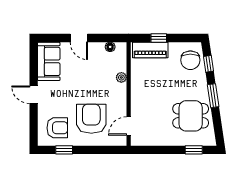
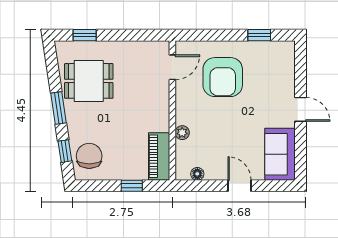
piano: (150, 50) -> (159, 156), moved, turned -90
armchair: (57, 128) -> (269, 65), removed

